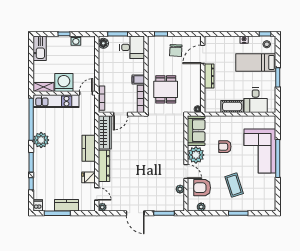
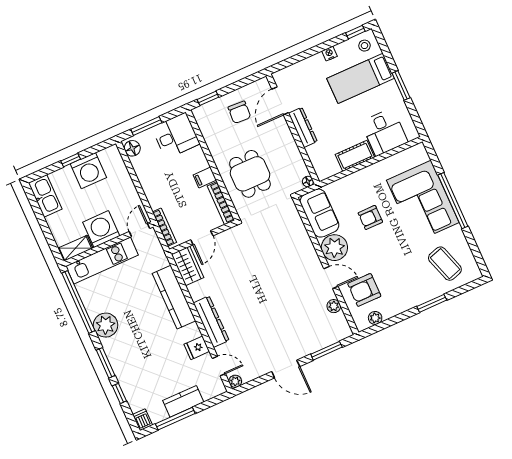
washing machine: (76, 41) -> (88, 171), width x1.89, depth x1.89
wardrobe: (105, 132) -> (188, 266), width x0.67
kitchen counter: (89, 148) -> (174, 297), width x1.50
coffee table: (234, 185) -> (445, 264), moved

